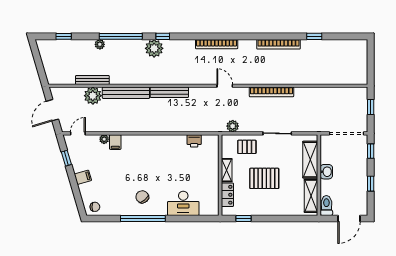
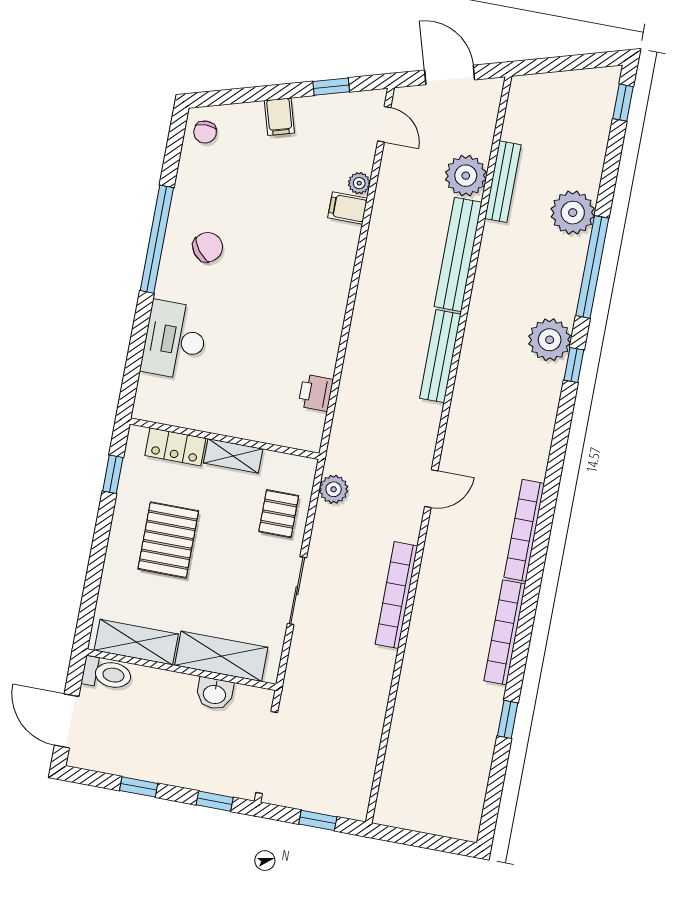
window: (64, 36) -> (623, 103), moved
plant: (100, 44) -> (573, 213), width x1.88, depth x1.88
bookcase: (217, 44) -> (524, 530), moved
washbasin: (326, 172) -> (215, 694), moved
pallet: (264, 178) -> (168, 540), moved

